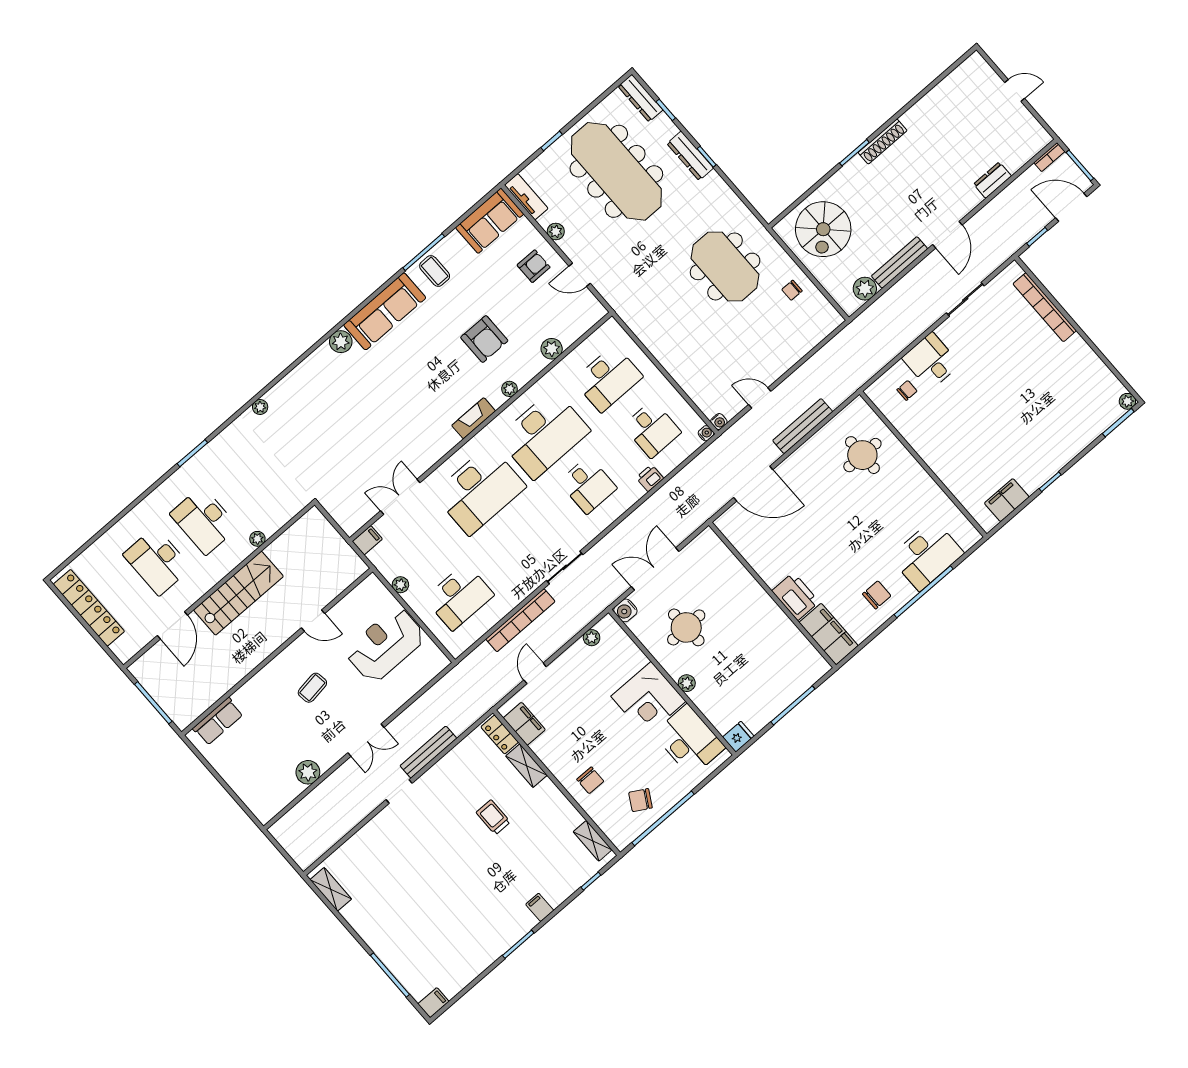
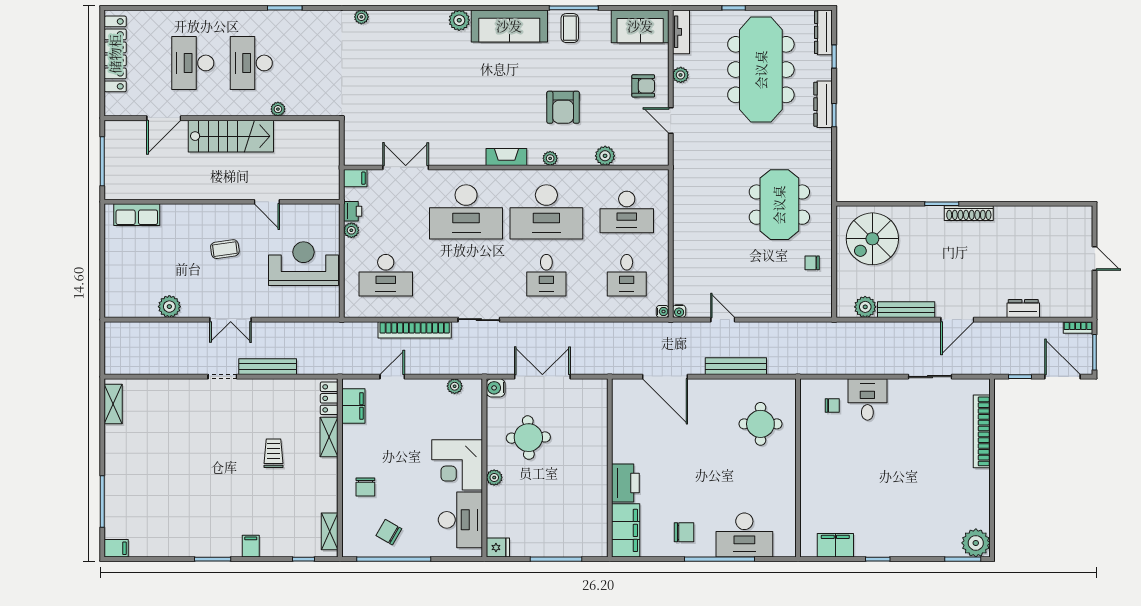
plant: (1127, 401) -> (976, 543), width x1.87, depth x1.87
printer: (650, 478) -> (353, 211), moved, turned 90

